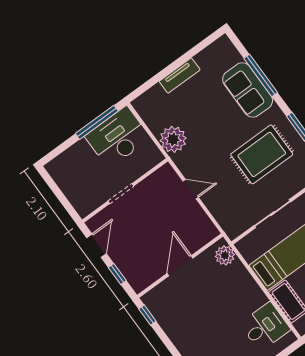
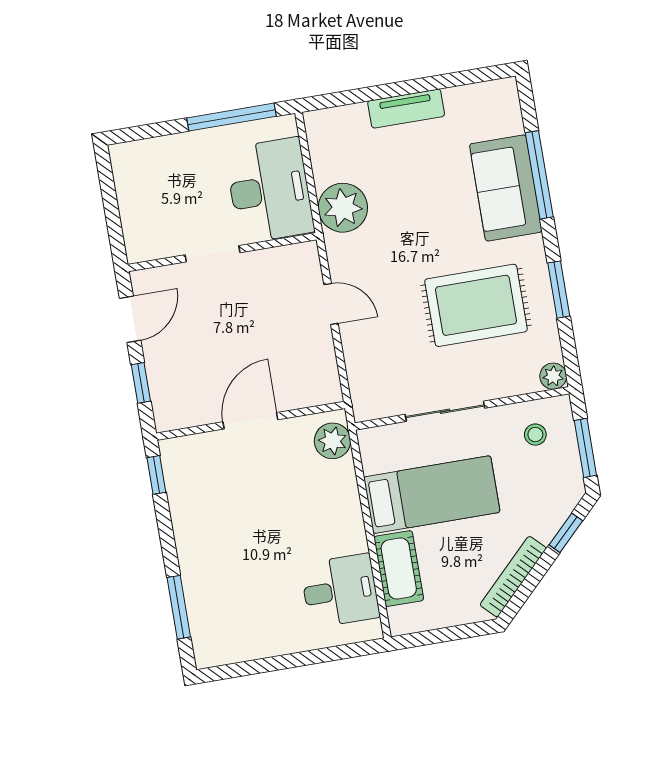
desk: (118, 137) -> (270, 190), moved, turned 90

